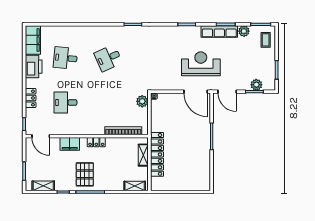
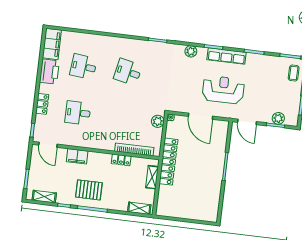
plant: (244, 31) -> (191, 51), moved
row of seats: (219, 32) -> (227, 56), moved
desk: (108, 58) -> (128, 72), turned 36
door: (196, 92) -> (200, 116), moved
locker: (96, 142) -> (121, 160), moved
locker: (157, 154) -> (168, 162), moved
pallet: (85, 174) -> (89, 190), turned 90

